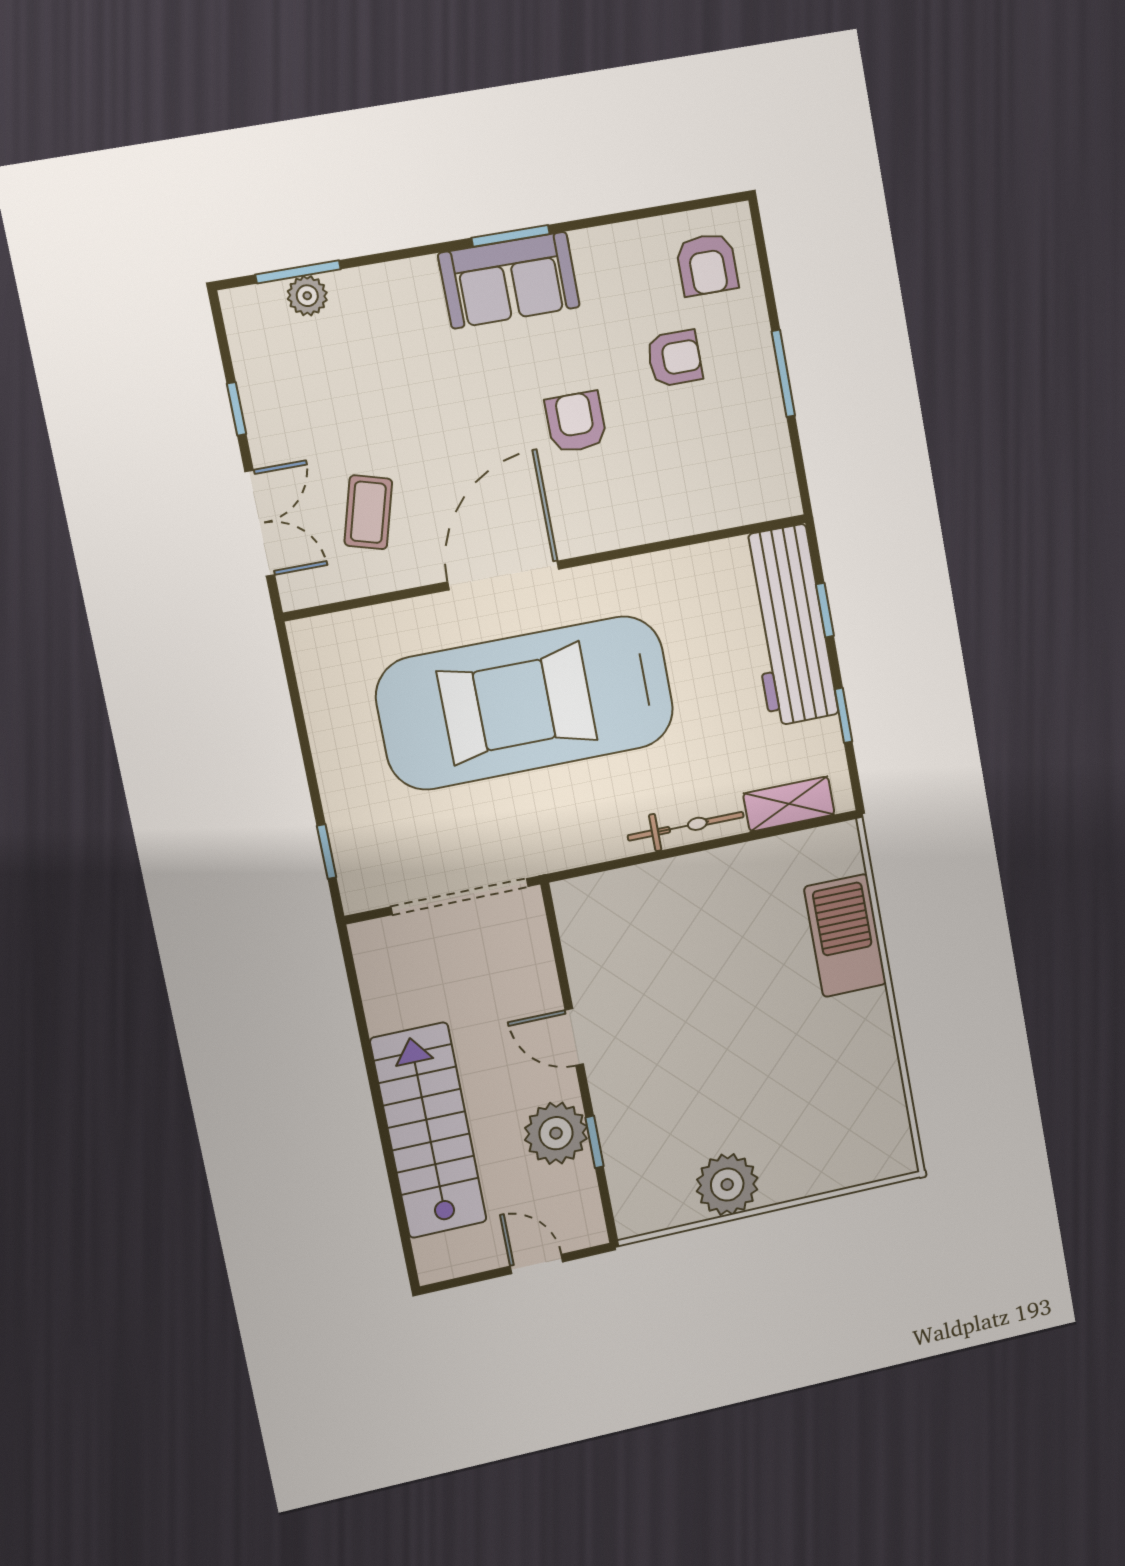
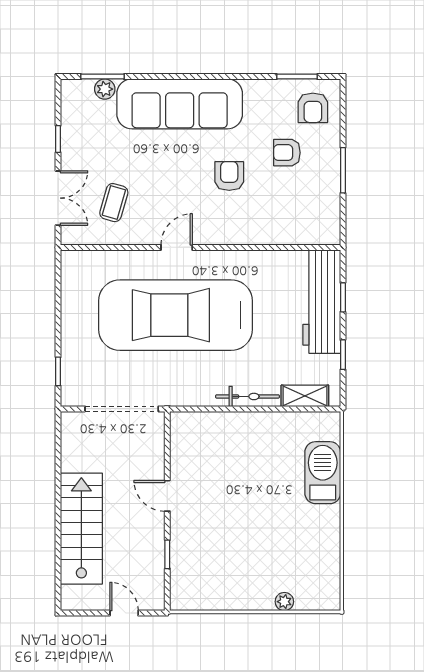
window: (511, 236) -> (297, 77), moved
sofa: (509, 280) -> (180, 104), width x1.85, depth x1.27
armchair: (675, 358) -> (287, 153), turned 180
door: (503, 576) -> (177, 247), width x0.53
plant: (556, 1133) -> (148, 545), removed
plant: (727, 1185) -> (284, 602), moved, width x0.53, depth x0.53

